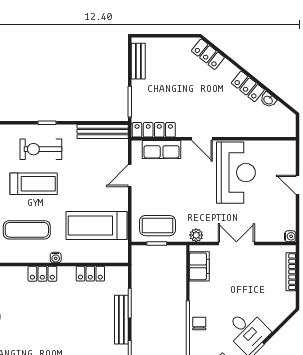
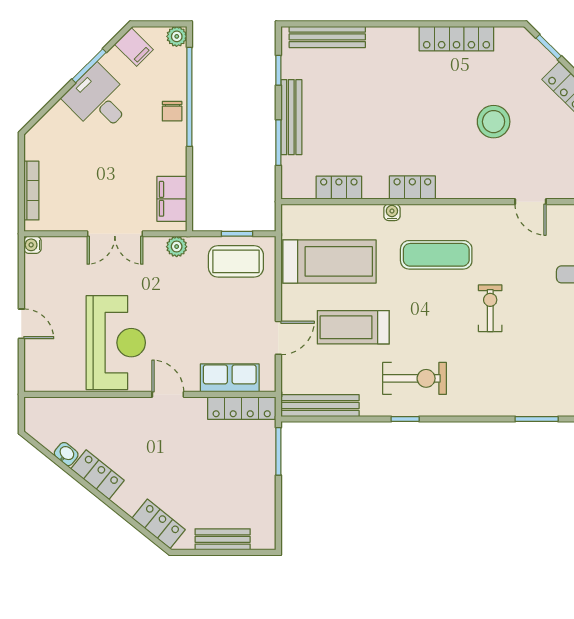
bench: (138, 61) -> (223, 539), moved, turned 90
reception desk: (236, 173) -> (116, 343), turned 180
treadmill: (34, 184) -> (353, 327), moved

